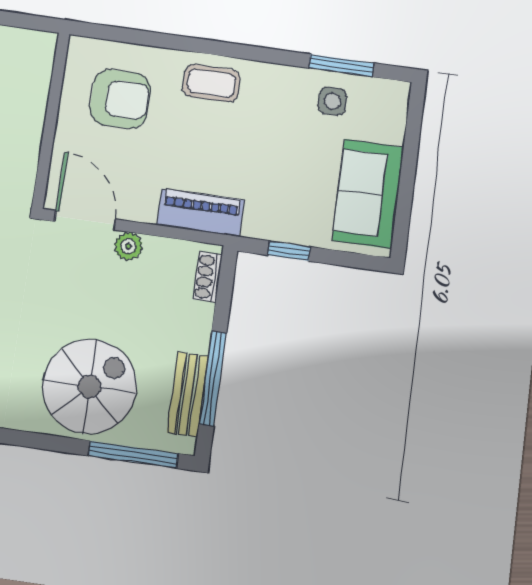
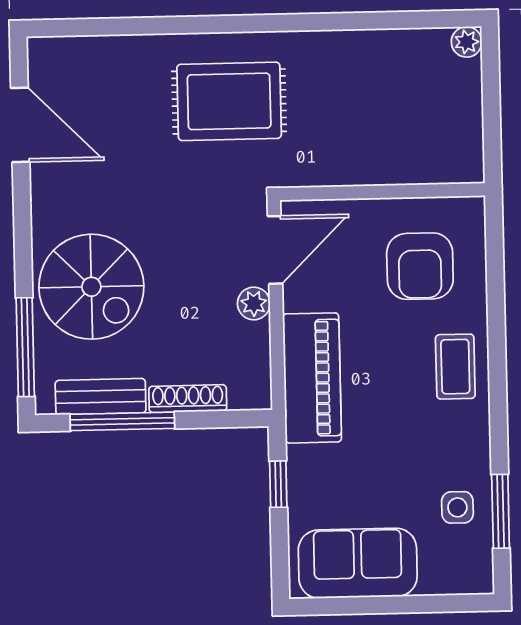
piano: (201, 213) -> (312, 378), width x1.37, depth x1.33
shoe rack: (208, 277) -> (188, 399), moved, width x1.43

